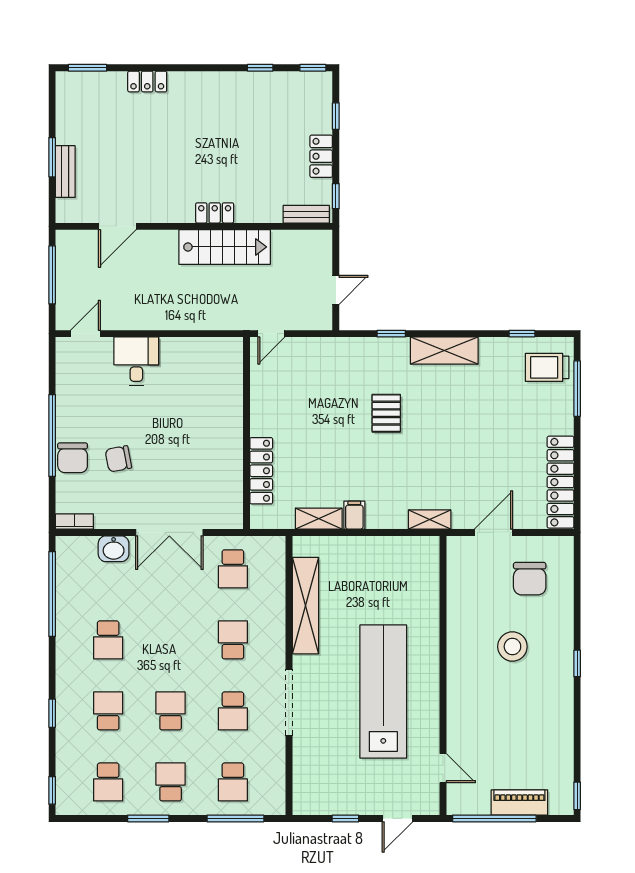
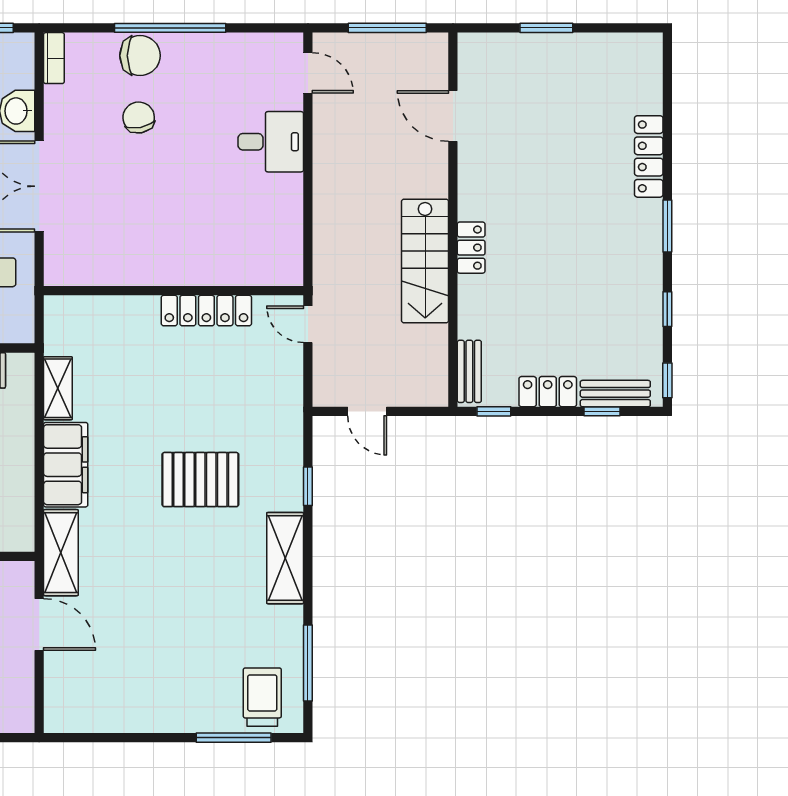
window: (88, 68) -> (667, 226), moved
locker: (147, 81) -> (649, 156), width x1.53
bench: (65, 172) -> (615, 394), moved
window: (522, 334) -> (308, 663), width x2.17
pallet: (386, 413) -> (200, 480), width x1.50, depth x1.42
chair: (73, 458) -> (140, 56), turned 180
locker: (261, 471) -> (206, 311), moved
locker: (560, 482) -> (107, 715), removed
filing cabinet: (354, 515) -> (66, 465), width x3.00, depth x1.17
shelving: (430, 520) -> (61, 553), width x1.50, depth x1.33

